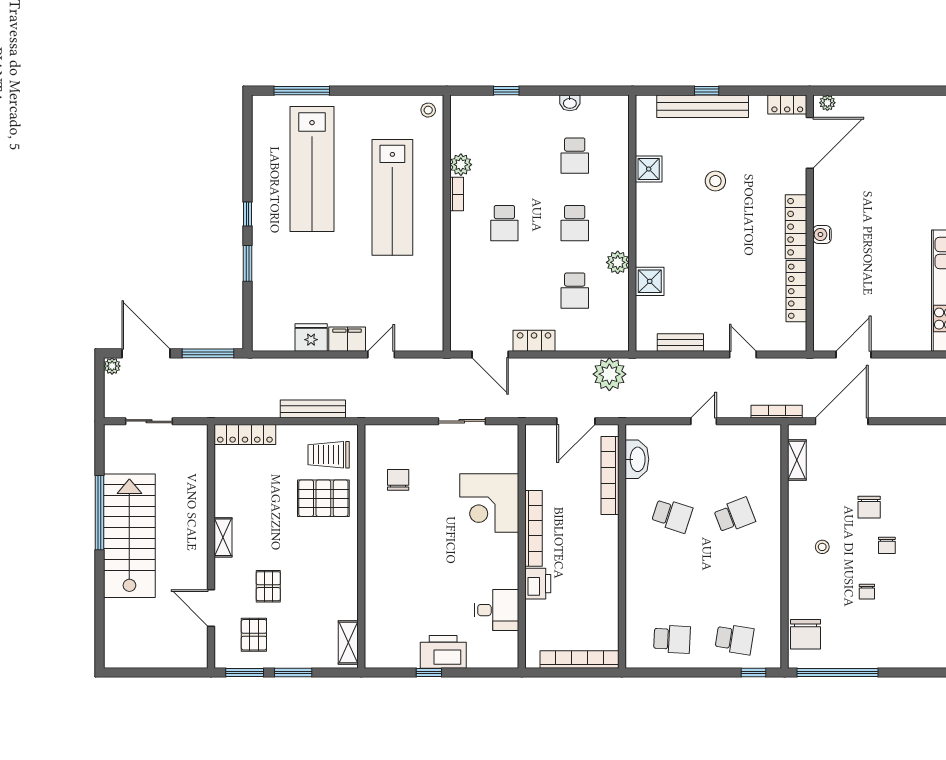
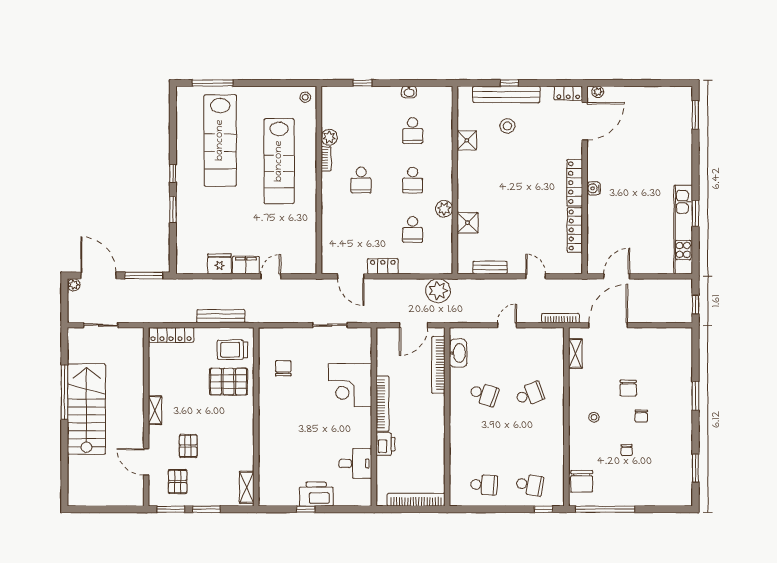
stool: (715, 181) -> (507, 126), moved

